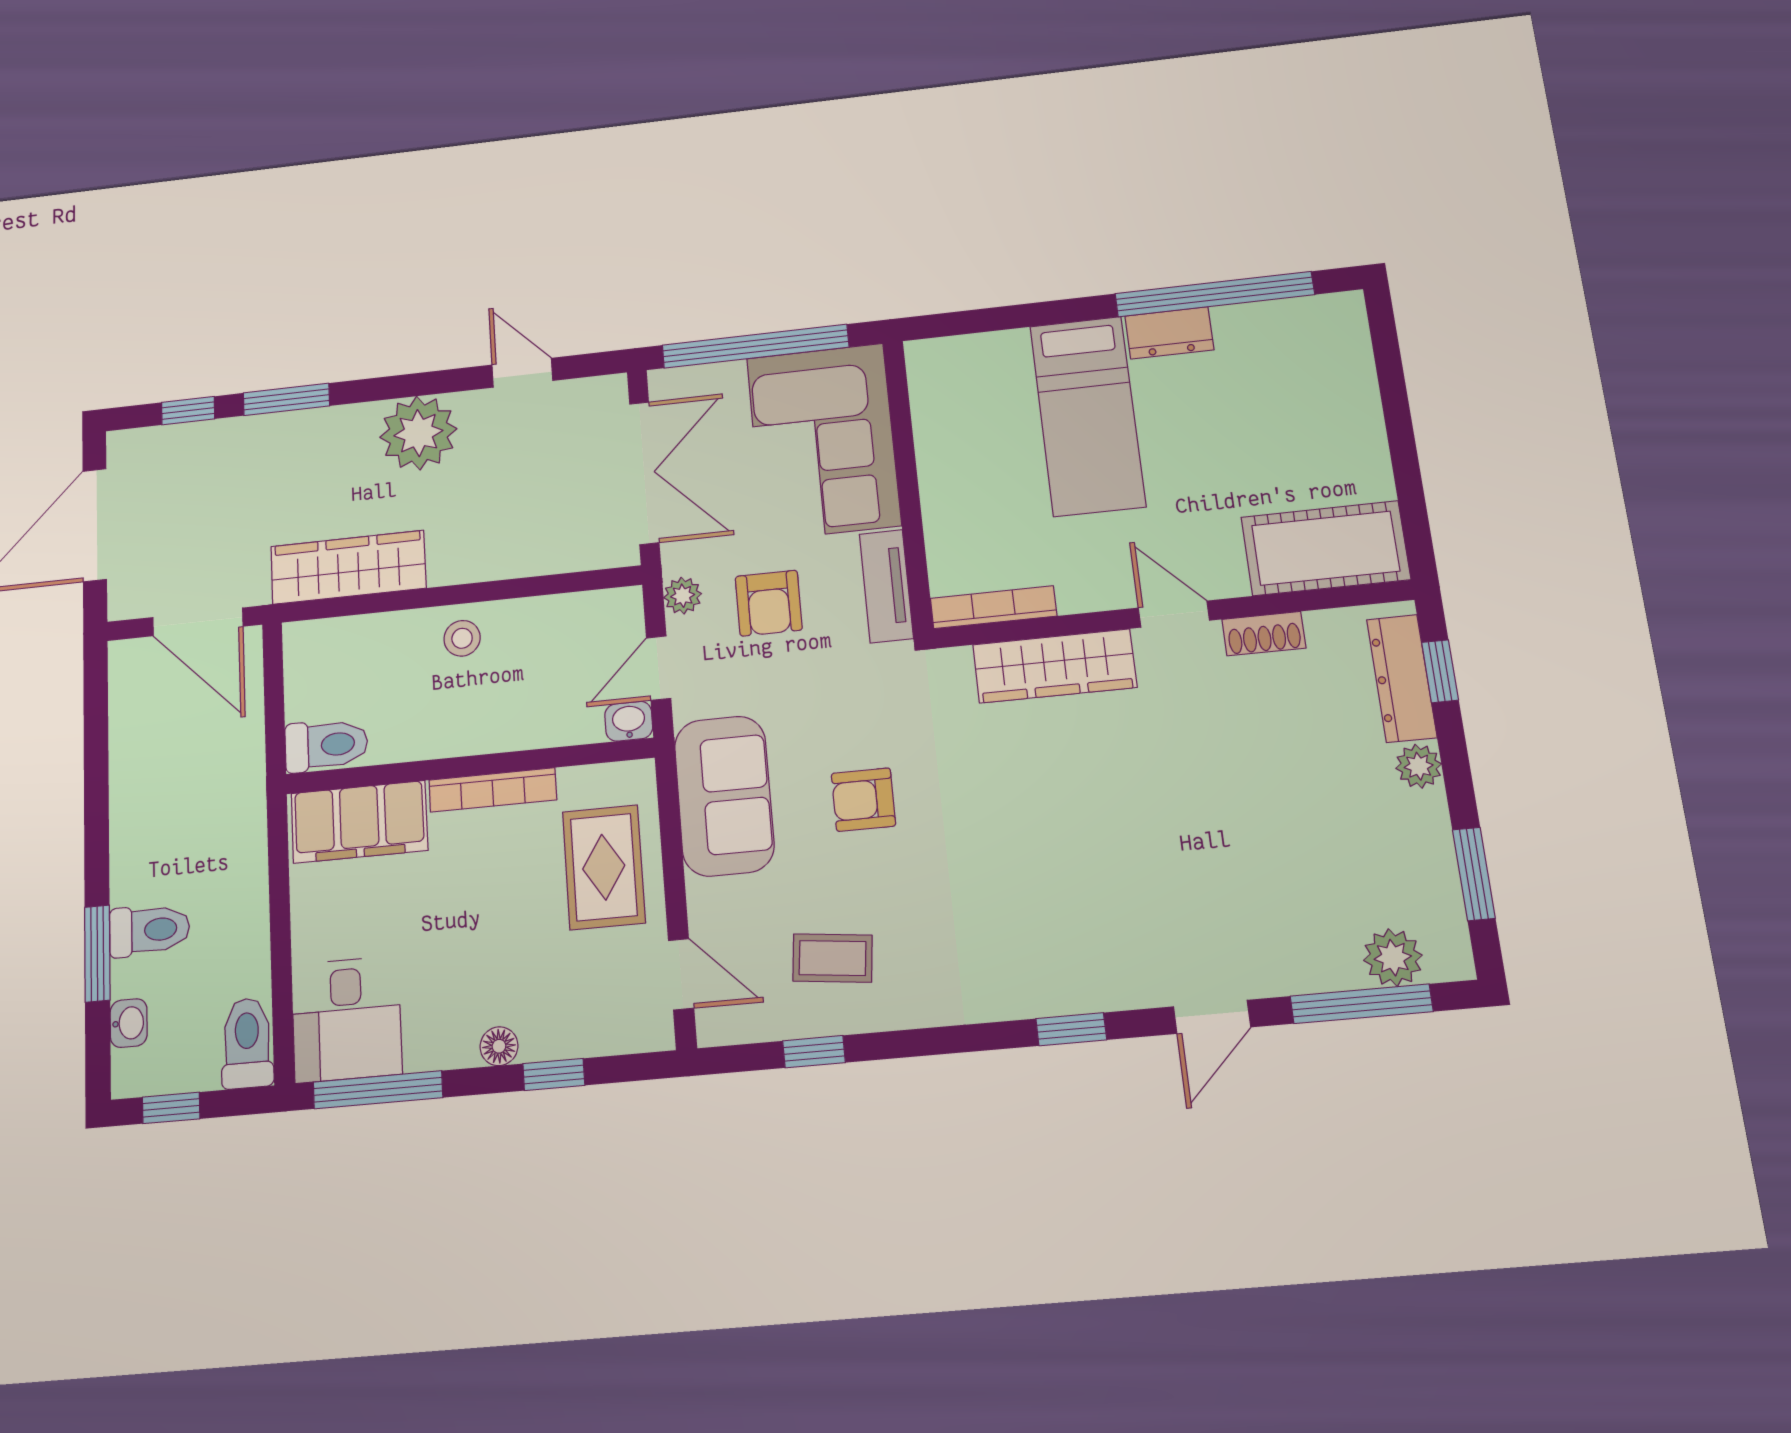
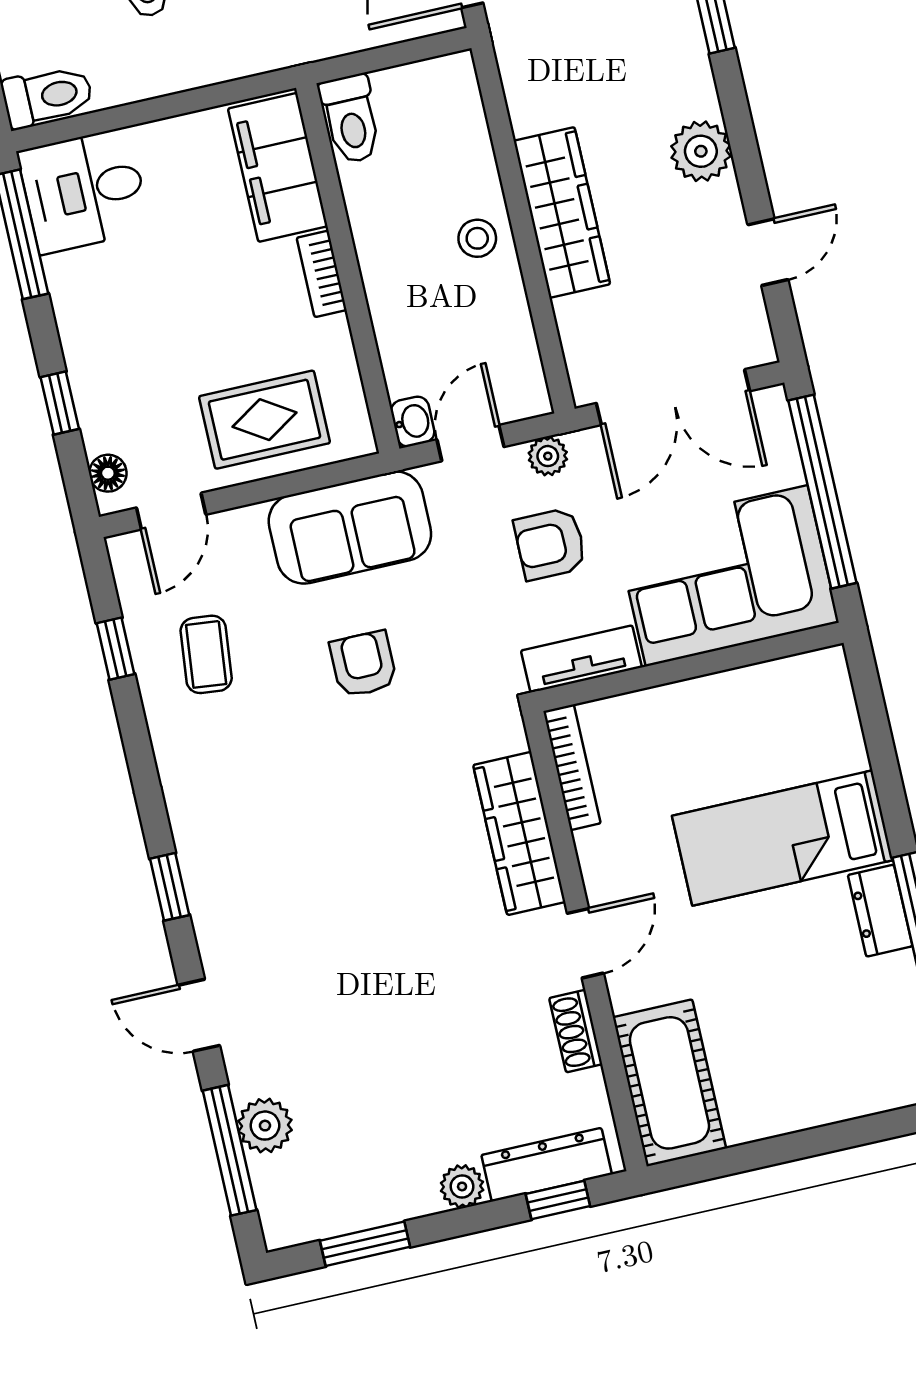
plant: (418, 433) -> (701, 151), width x0.73, depth x0.73
wardrobe: (348, 567) -> (562, 212), moved
door: (659, 668) -> (470, 443), hinge flipped
bookcase: (493, 790) -> (322, 274), width x0.64
plant: (1393, 958) -> (265, 1126), moved
floor lamp: (499, 1046) -> (108, 473), moved

